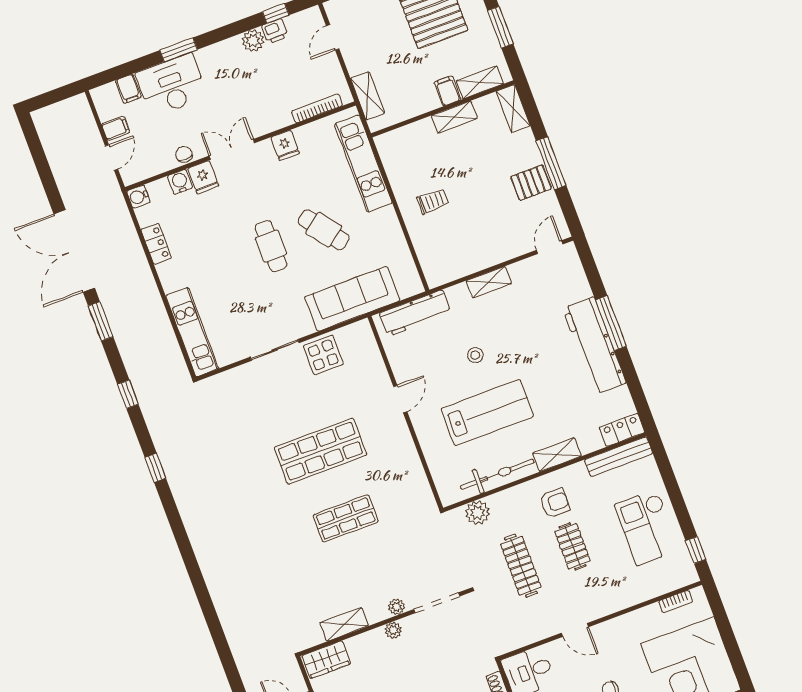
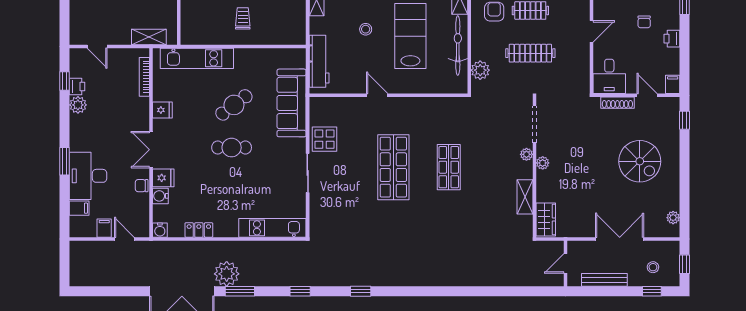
plant: (116, 297) -> (227, 274), added

